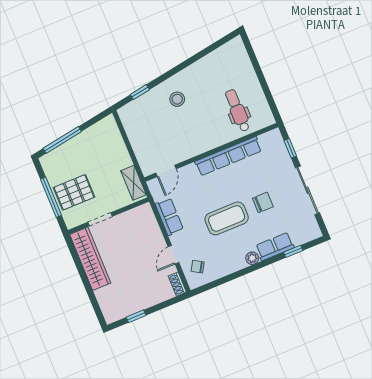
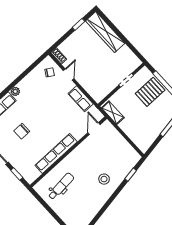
dental chair: (238, 110) -> (61, 186), turned -95
coffee table: (227, 218) -> (42, 112), removed
wardrobe: (90, 259) -> (105, 32), moved

